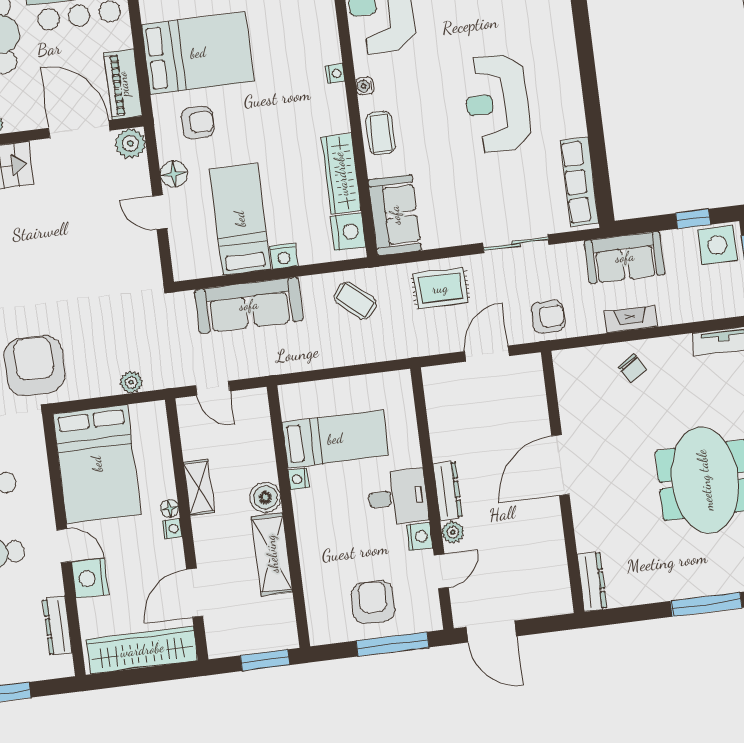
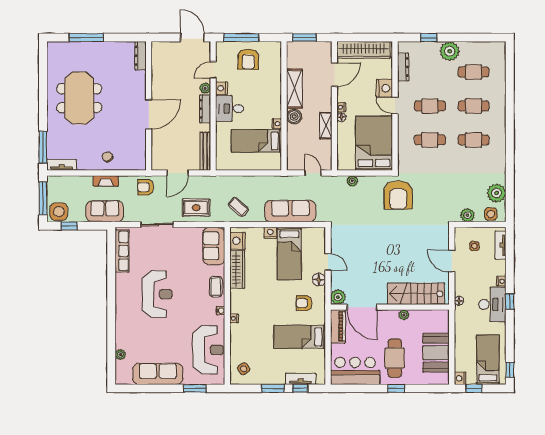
bed: (198, 53) -> (300, 337), width x0.67
bench: (437, 405) -> (205, 151), added

